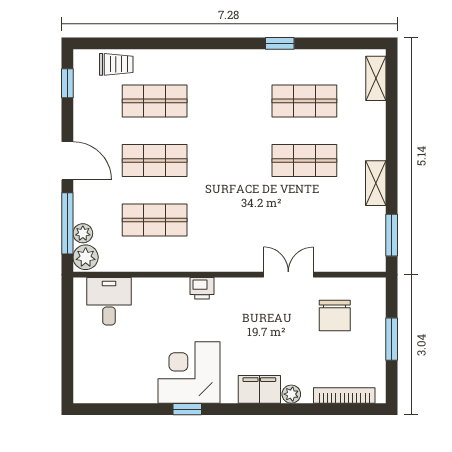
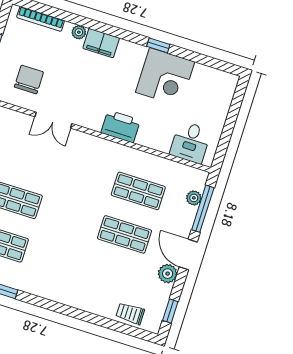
shop shelf: (155, 101) -> (111, 278), removed
plant: (86, 257) -> (168, 274), moved
printer: (202, 288) -> (121, 126), width x1.87, depth x1.48
corner desk: (189, 372) -> (165, 77), moved

